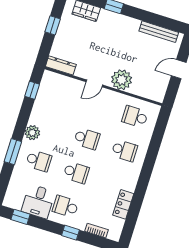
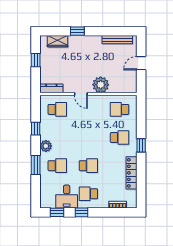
door: (94, 83) -> (81, 94), hinge flipped
window: (32, 90) -> (36, 129), moved
school desk: (87, 139) -> (57, 109), moved
window: (147, 168) -> (141, 145), added
locker: (123, 204) -> (132, 173), width x1.53
window: (70, 233) -> (81, 212), moved

